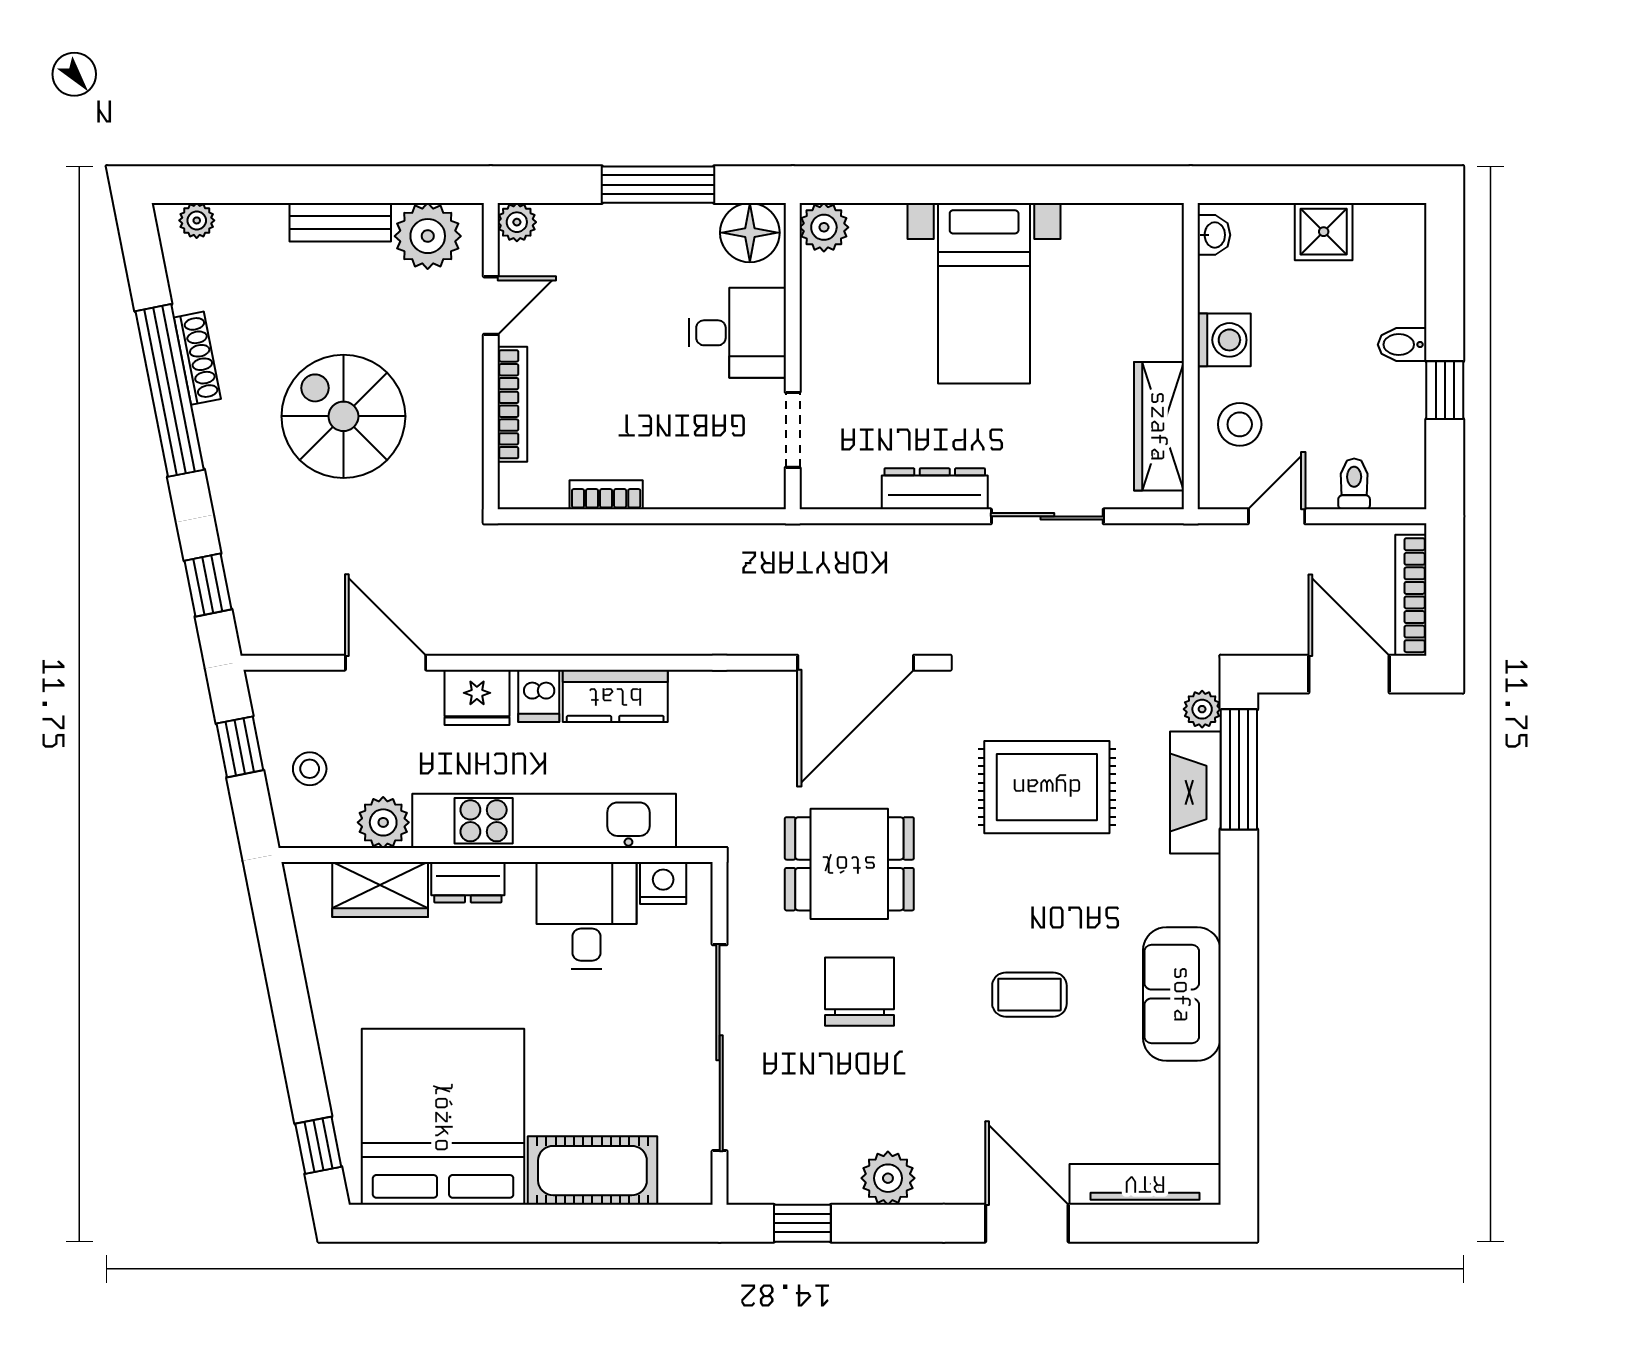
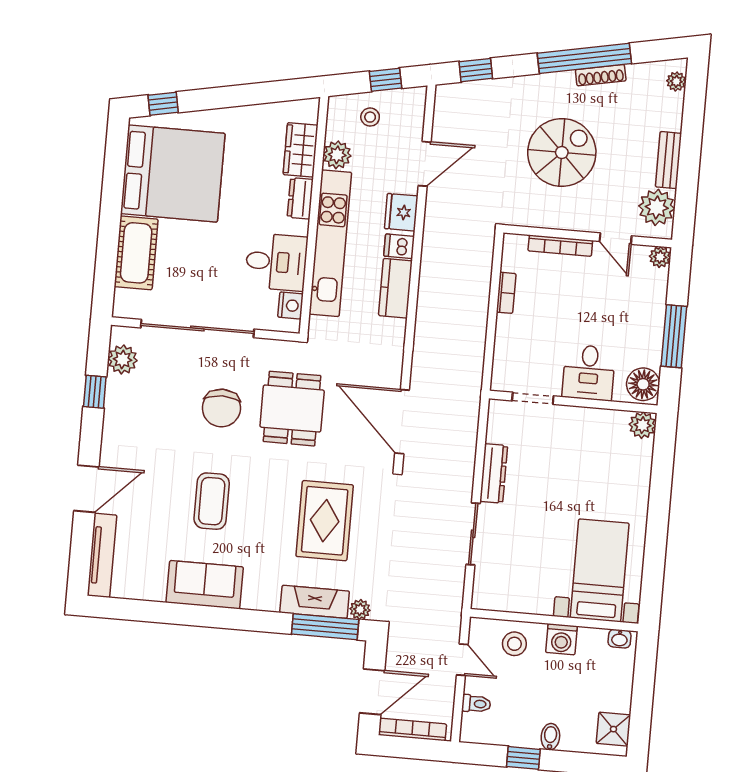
shower: (1324, 232) -> (613, 729), moved
bed with nightstands: (984, 293) -> (600, 570), moved, turned 90
wardrobe: (1159, 426) -> (517, 599), removed
chair: (860, 992) -> (221, 408), turned 90
coffee table: (1029, 995) -> (212, 501), width x1.36, depth x1.30
plant: (888, 1178) -> (123, 359), moved
window: (802, 1223) -> (95, 392), moved

